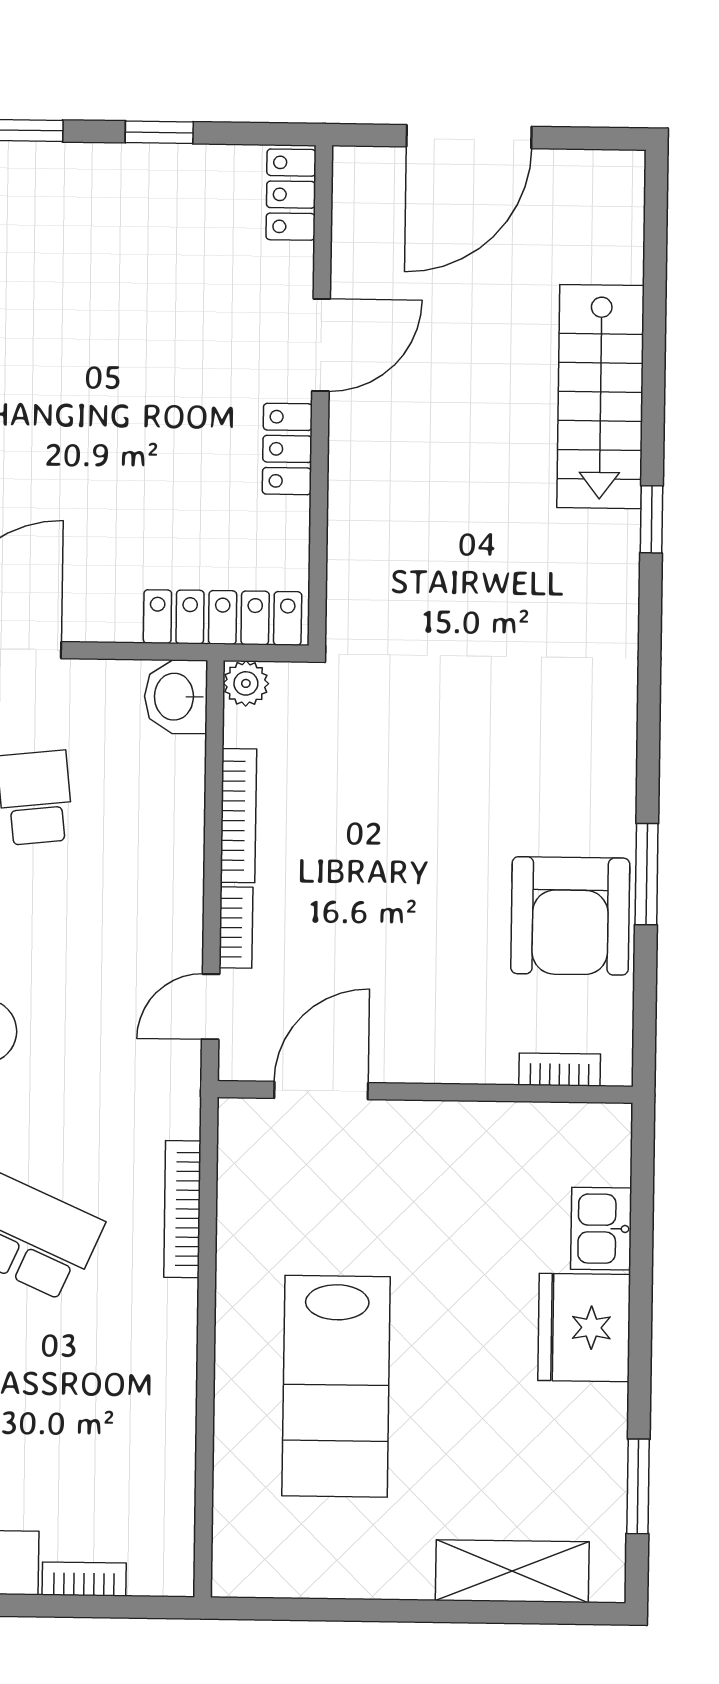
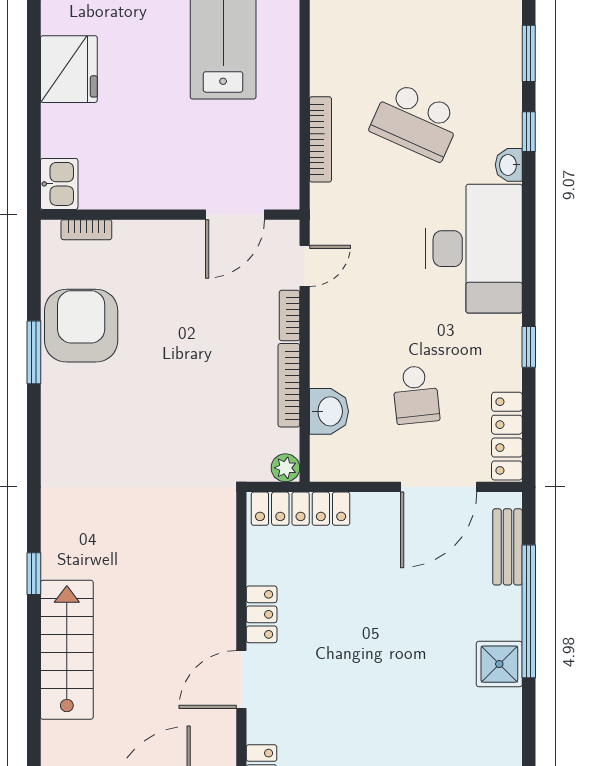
washbasin: (176, 697) -> (329, 411), moved
kitchen sink: (601, 1229) -> (59, 184), moved

